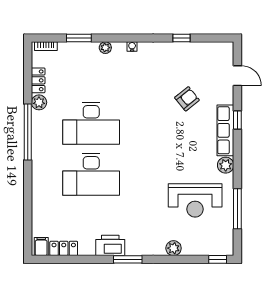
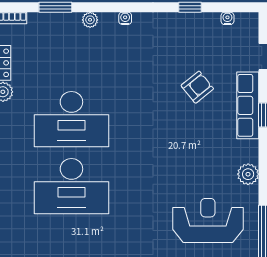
water cooler: (210, 46) -> (227, 18), added
row of seats: (225, 130) -> (248, 105), moved
reception desk: (195, 200) -> (208, 221), turned 180

